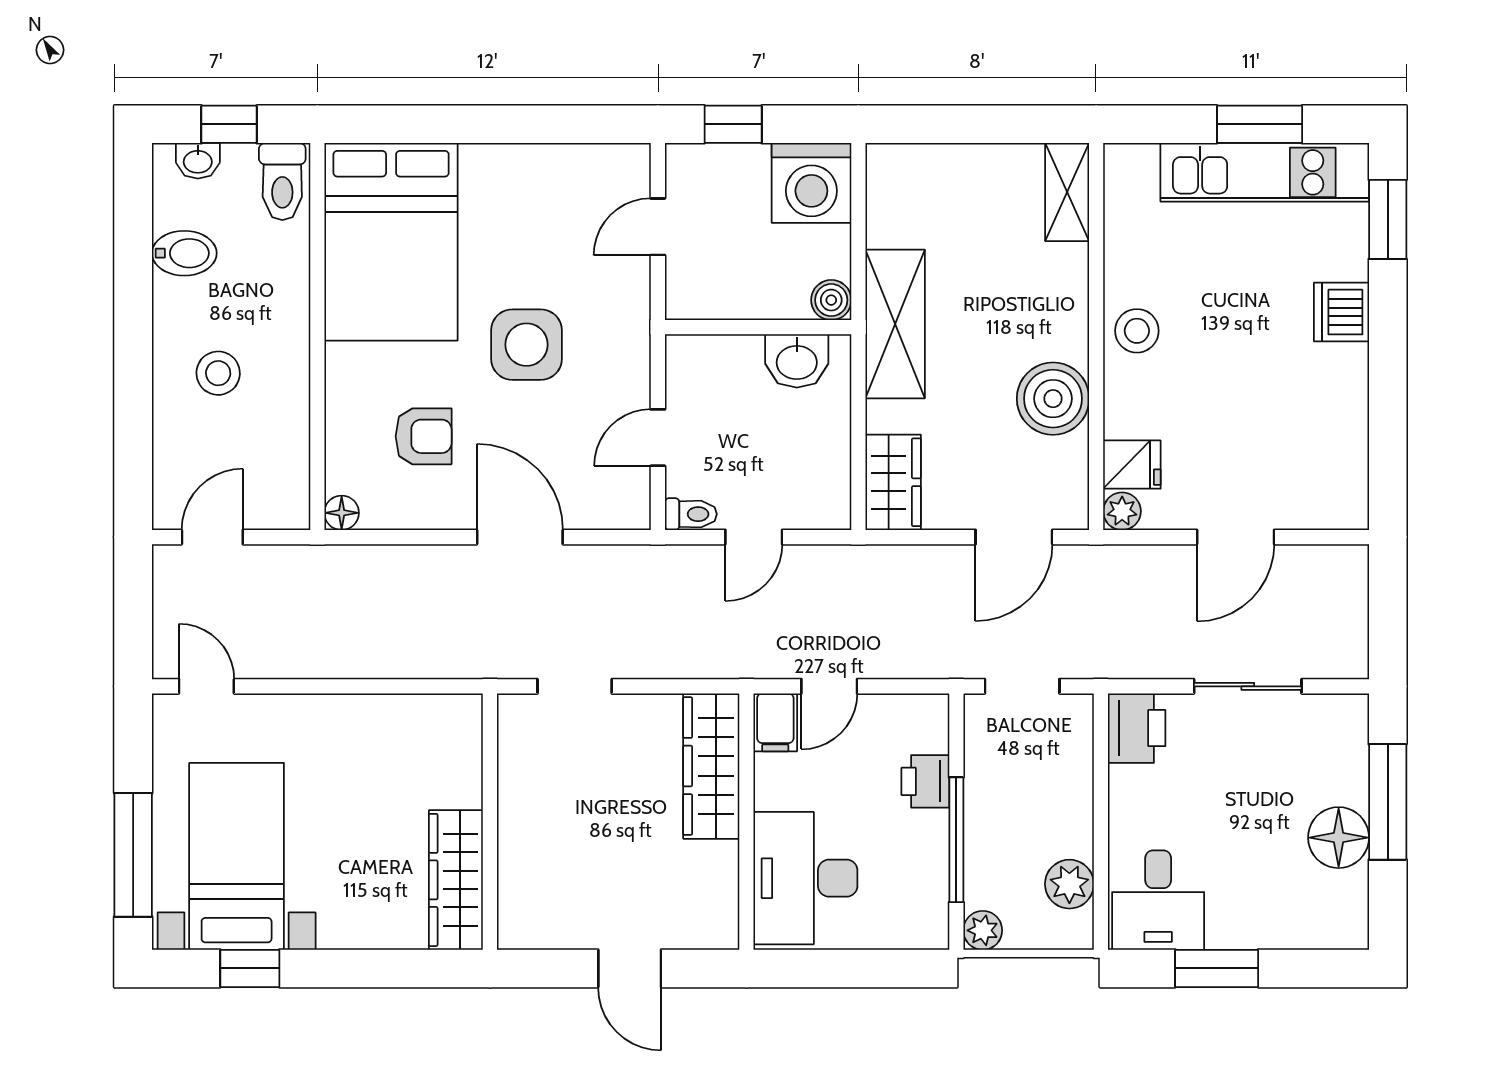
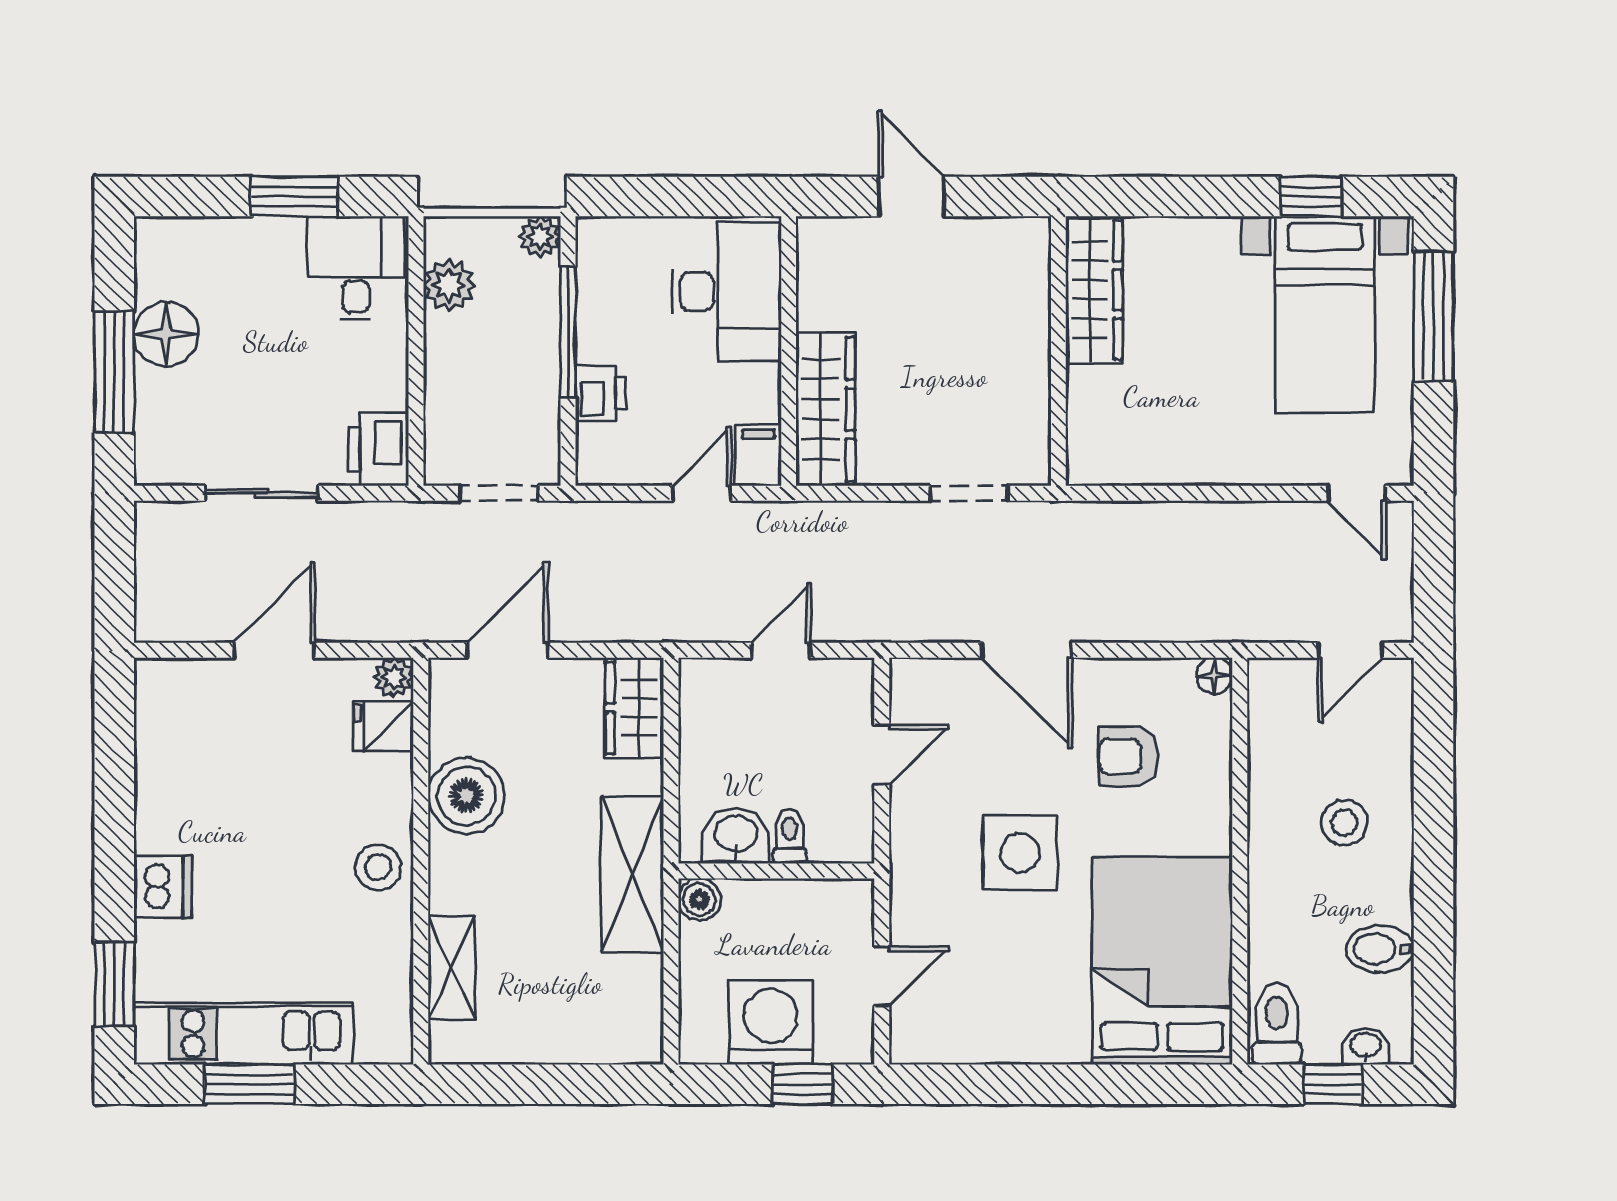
washing machine: (811, 183) -> (771, 1023), moved
shelving: (1067, 192) -> (451, 968), moved
toilet: (691, 514) -> (790, 836), moved, turned 90

